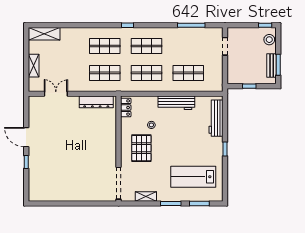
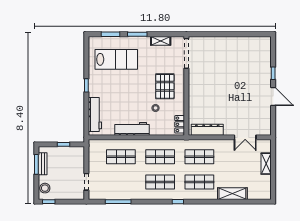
shelving: (44, 34) -> (232, 194), moved

